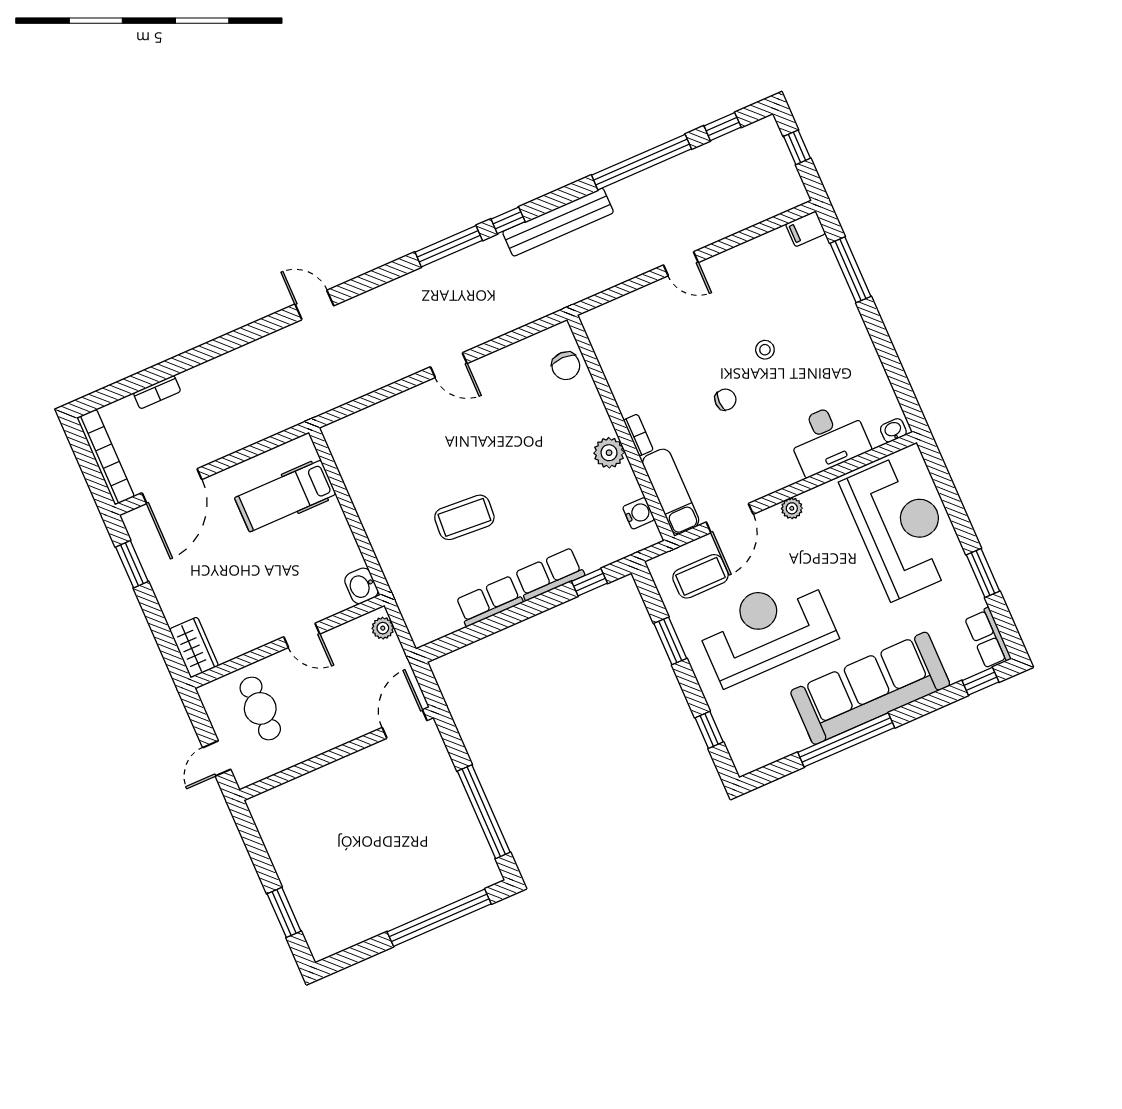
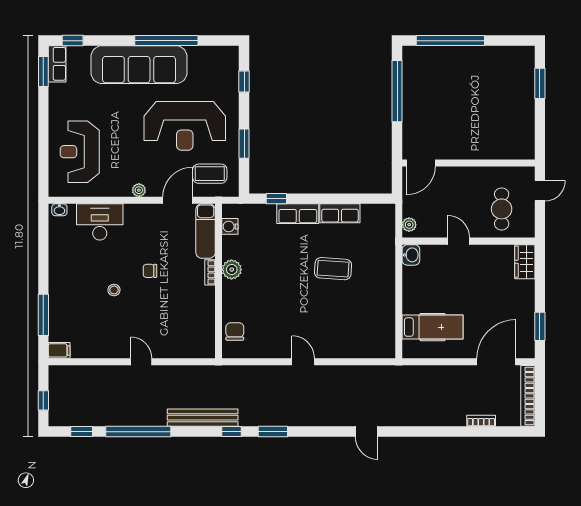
window: (449, 246) -> (273, 432), width x0.69
reception desk: (901, 526) -> (80, 152), width x0.74, depth x0.77
window: (983, 573) -> (43, 71), moved

